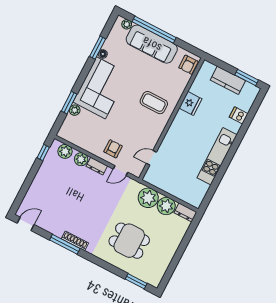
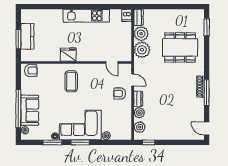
sofa: (152, 44) -> (30, 110), width x0.73
window: (247, 78) -> (18, 39), moved
window: (69, 103) -> (80, 142), moved
fridge: (190, 103) -> (68, 55), moved
dishwasher: (239, 115) -> (127, 15), moved
dining table: (129, 241) -> (180, 47), width x1.37

